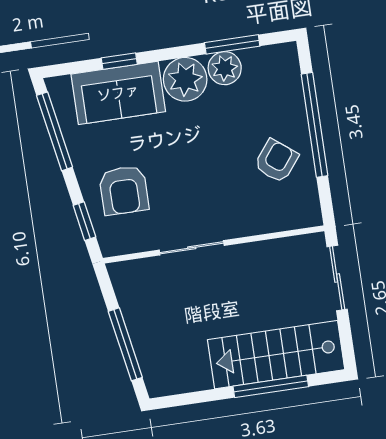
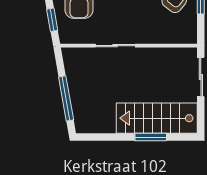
window: (271, 386) -> (151, 137), width x0.69

